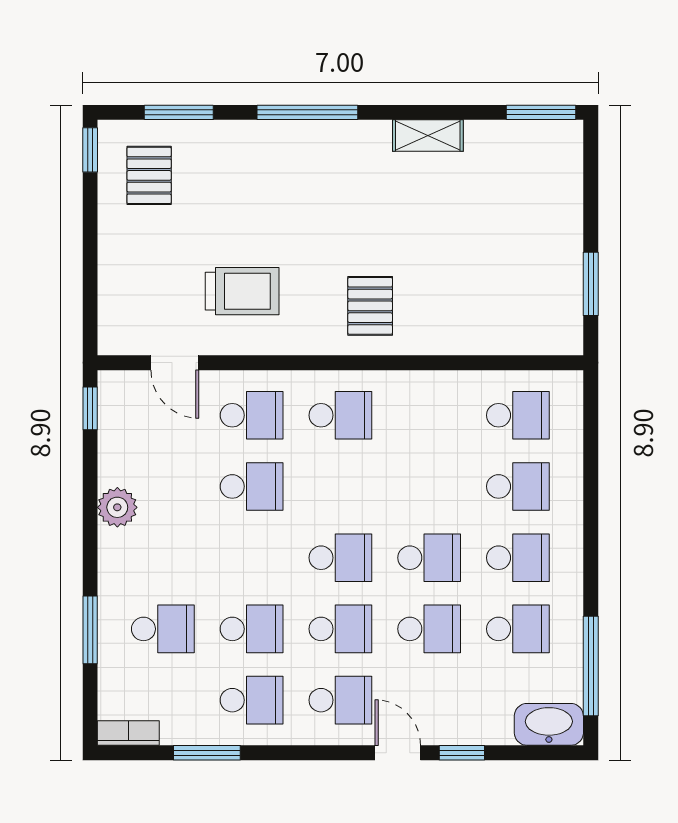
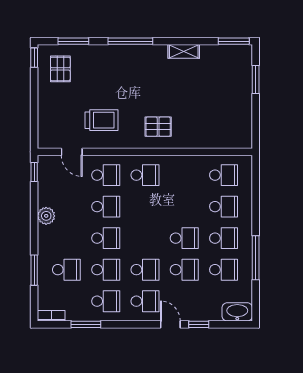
window: (591, 284) -> (256, 79), moved
pallet: (370, 306) -> (158, 127), turned 90
school desk: (340, 558) -> (106, 238), moved
window: (591, 666) -> (256, 258), moved

